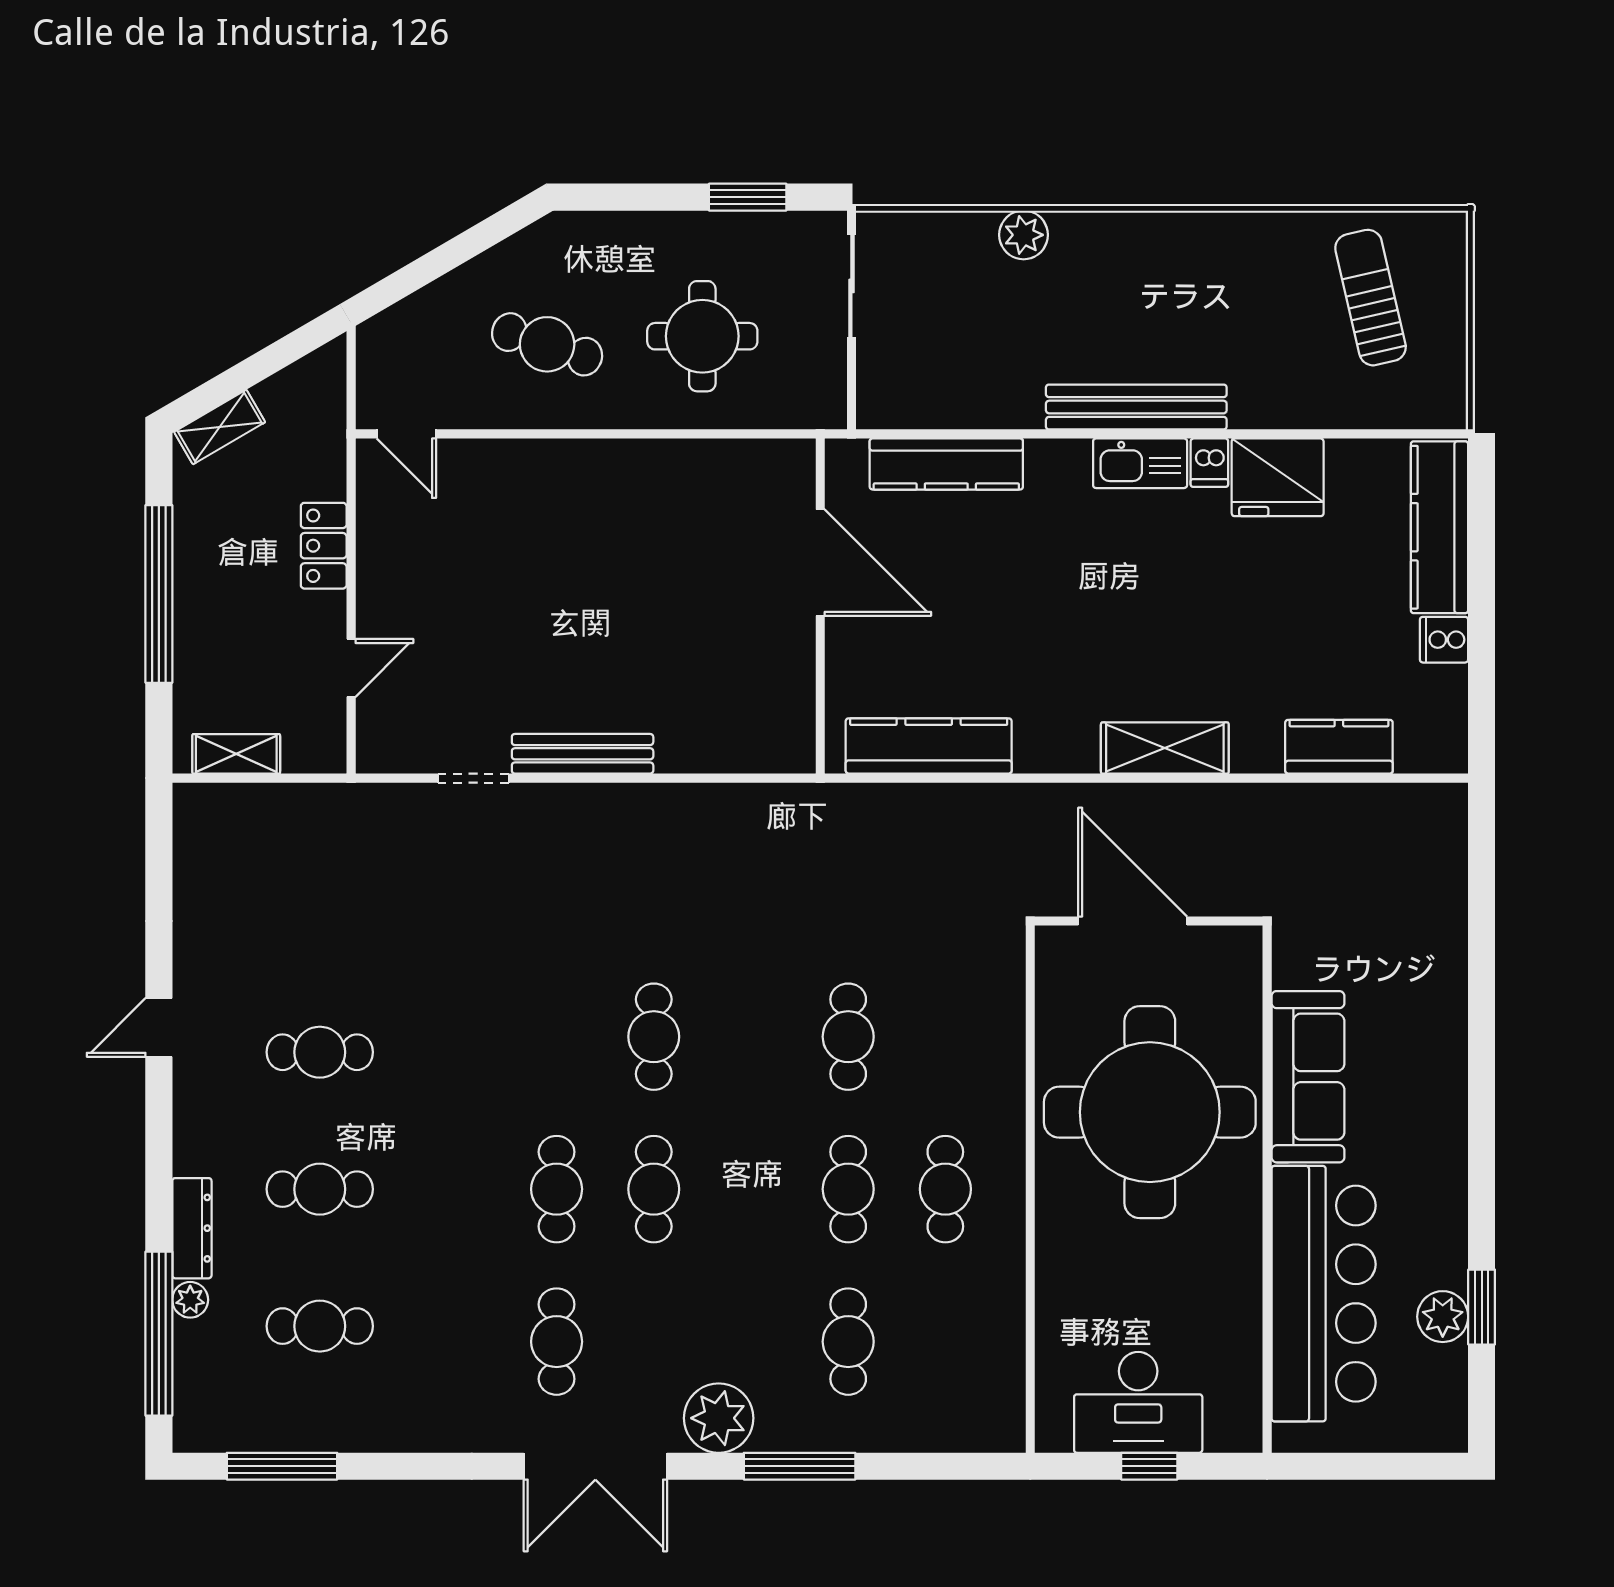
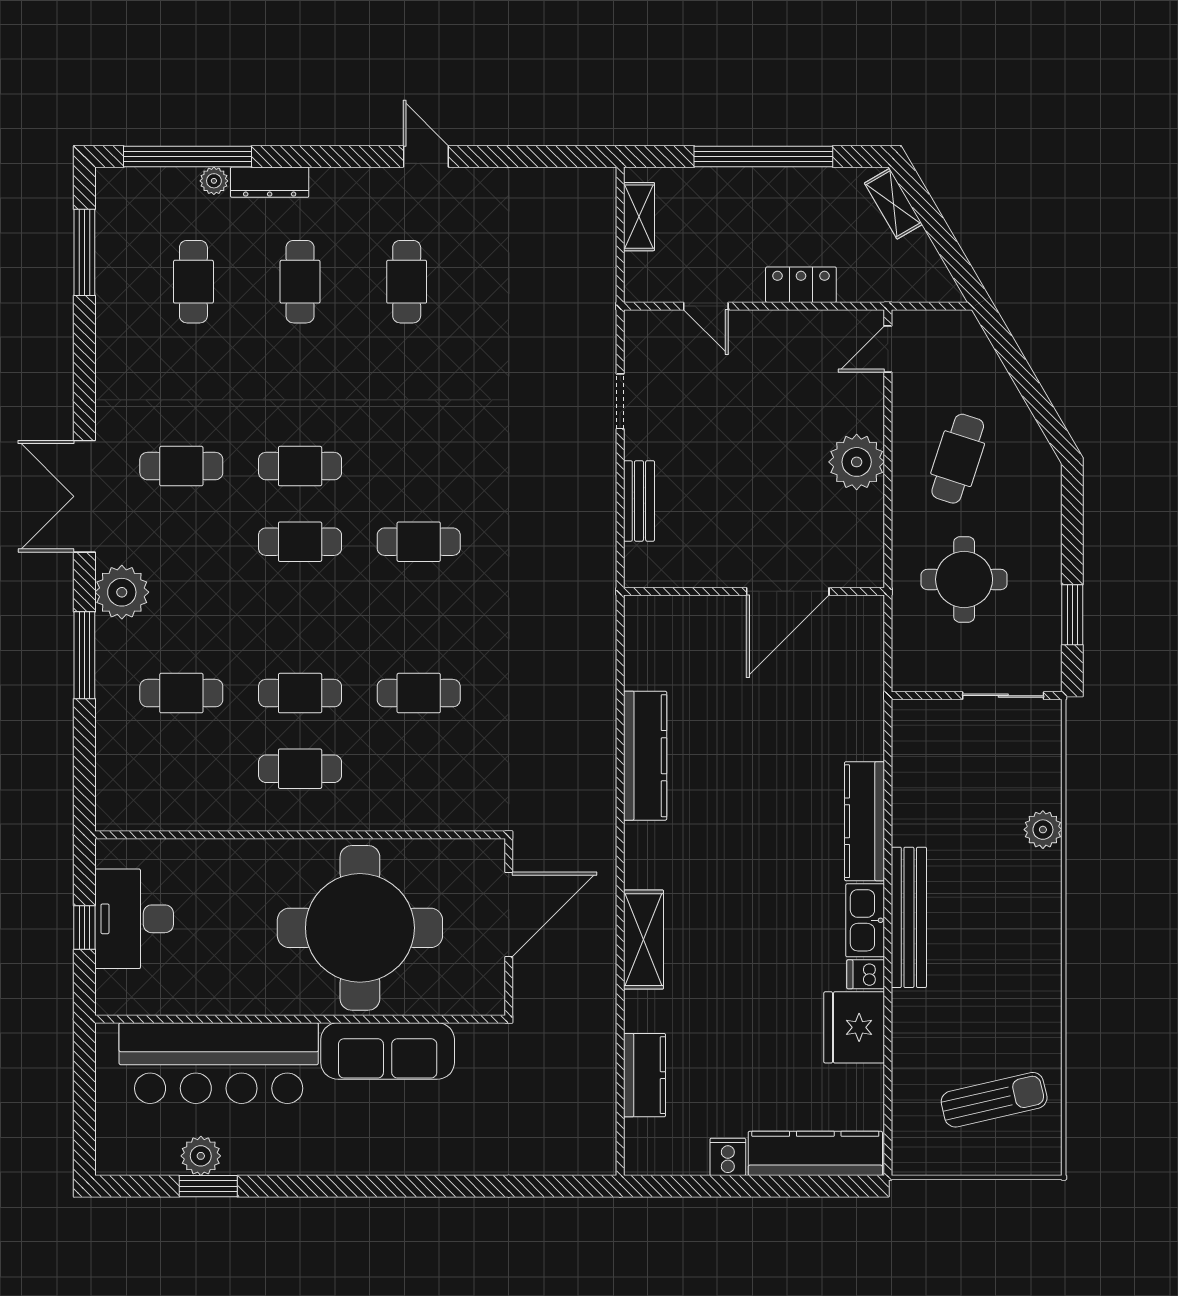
kitchen counter: (946, 464) -> (865, 821), moved
plant: (551, 474) -> (857, 462), added
door: (820, 563) -> (788, 591), moved
wall: (820, 606) -> (754, 591), moved
bench: (583, 754) -> (639, 501), width x0.73

